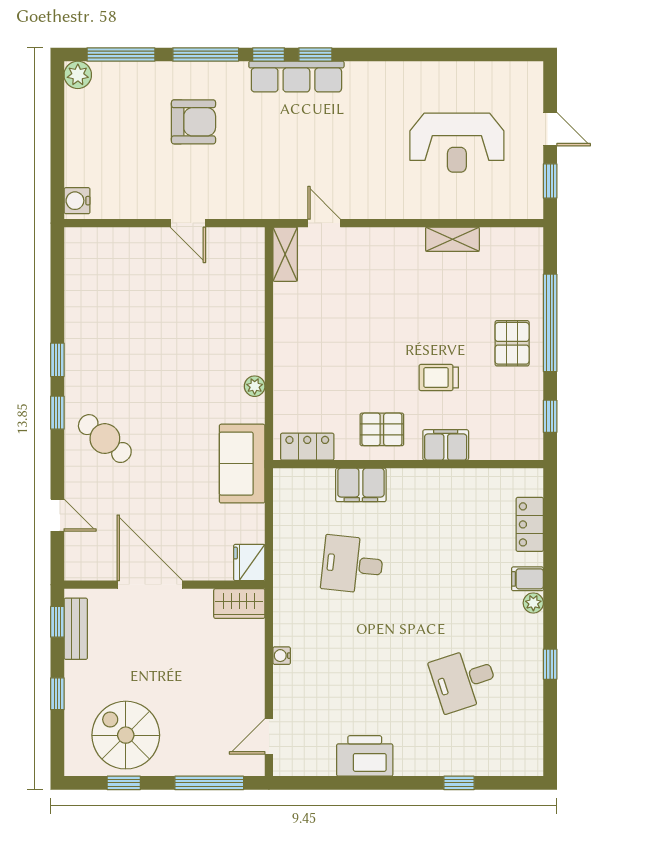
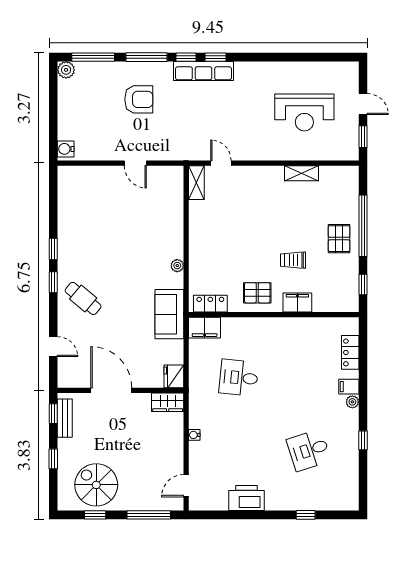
filing cabinet: (361, 485) -> (205, 328), moved

